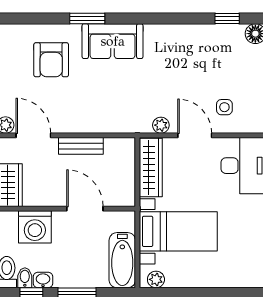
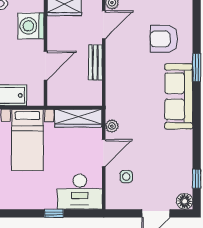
sofa: (113, 41) -> (179, 96), width x1.36

